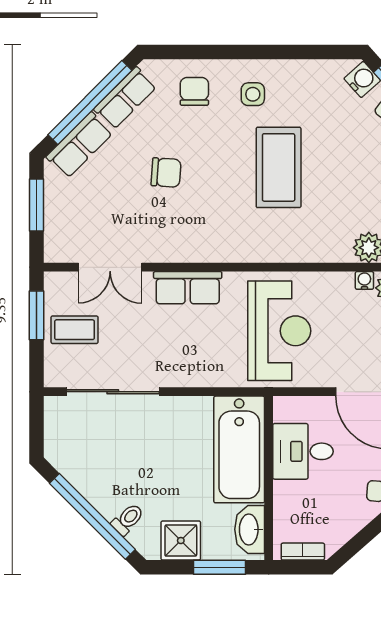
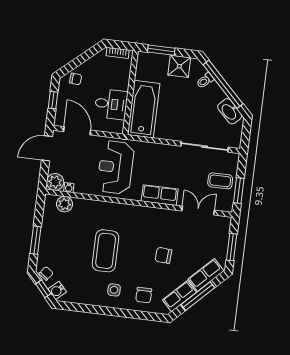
window: (90, 102) -> (198, 296), width x0.68
washbasin: (250, 529) -> (230, 111), moved, turned 135

